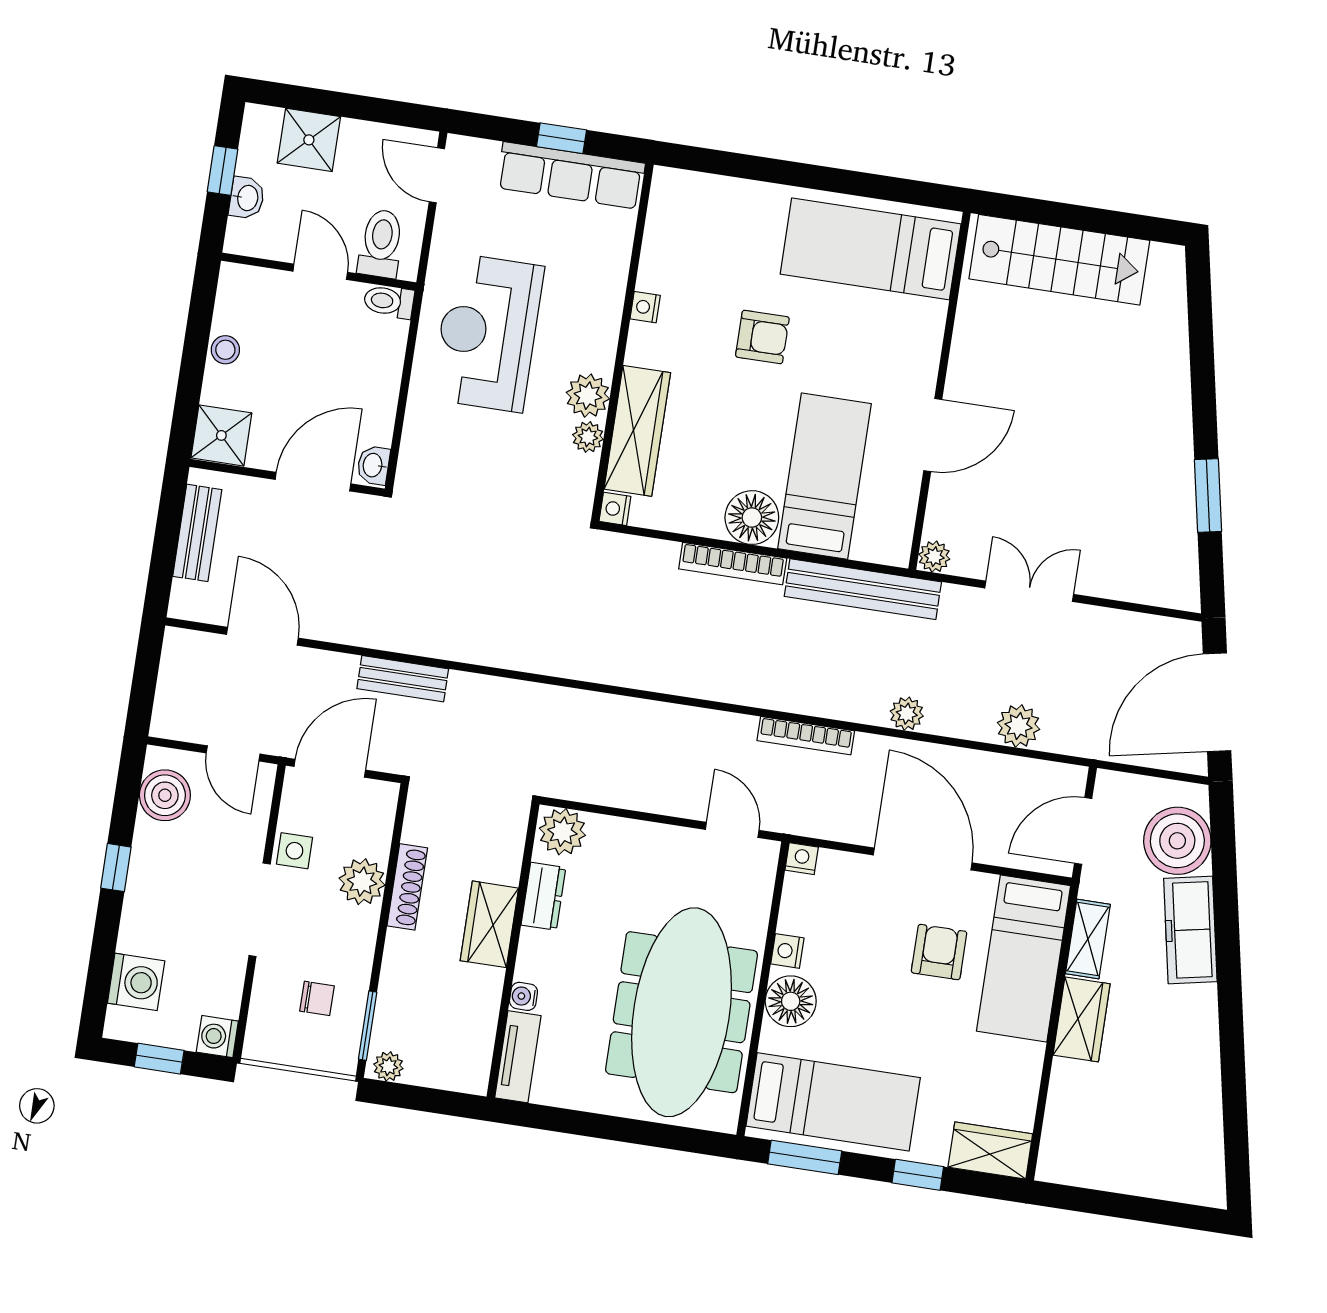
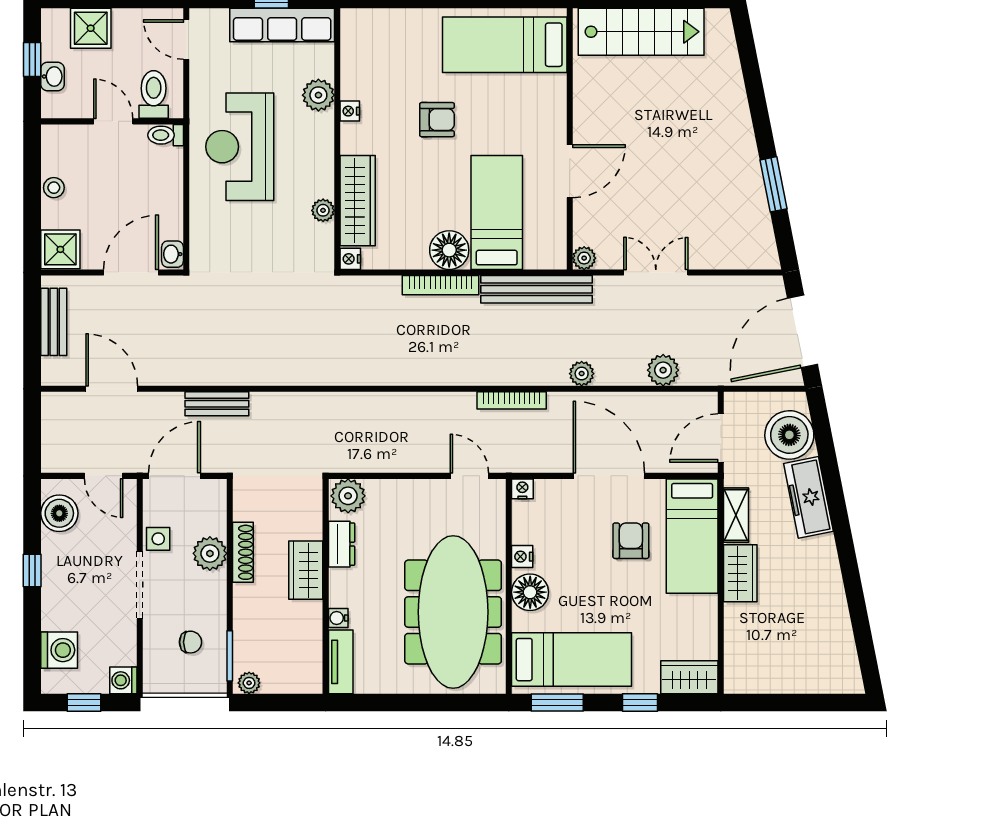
plant: (588, 396) -> (318, 95), moved

